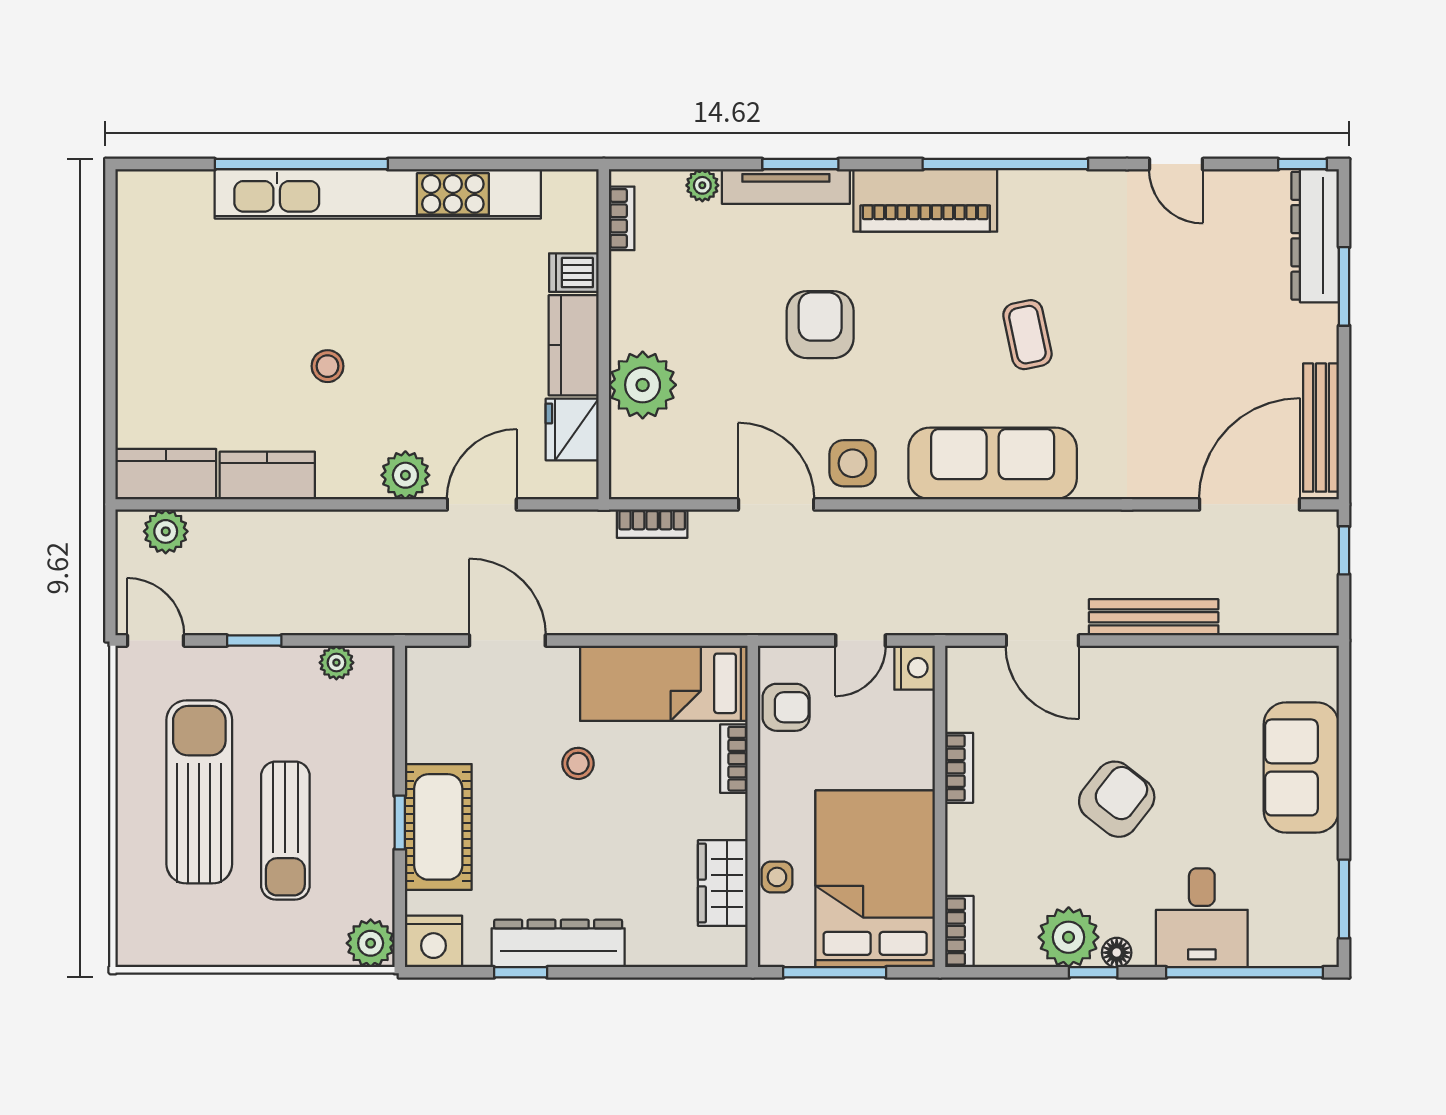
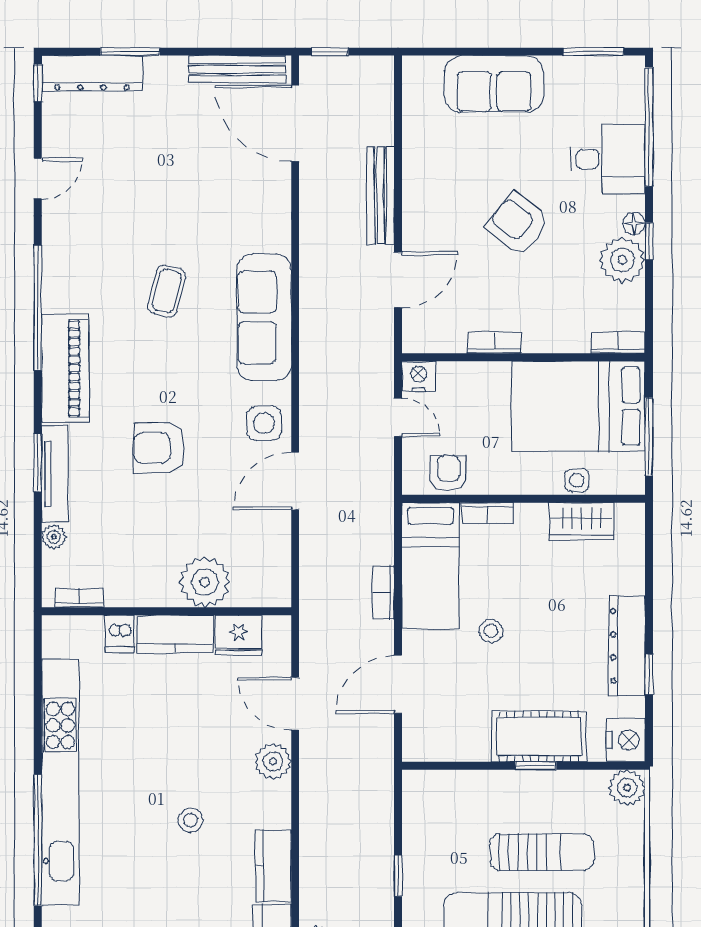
coffee table: (1027, 335) -> (167, 291), turned -64
bookcase: (652, 524) -> (383, 593), moved, turned 180
plant: (336, 663) -> (415, 813), removed

